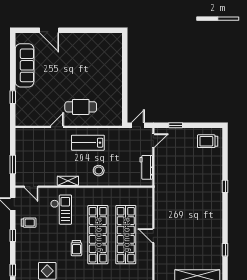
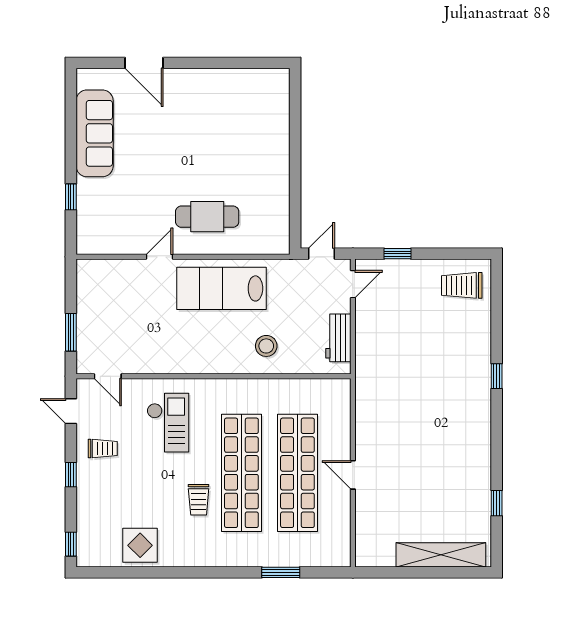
lab bench: (88, 143) -> (221, 288), width x1.36, depth x1.39
stool: (99, 171) -> (266, 346), moved
shelving: (68, 181) -> (181, 365), removed

